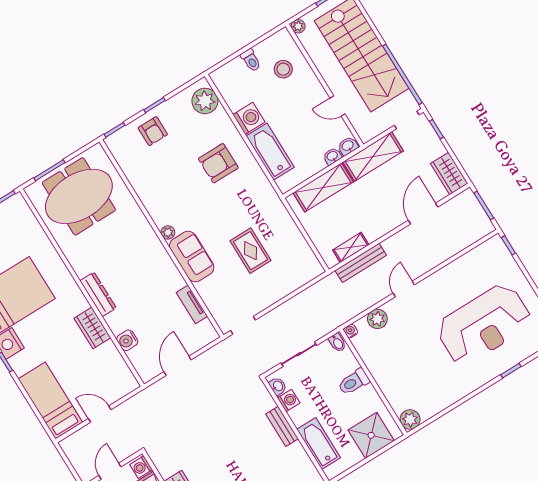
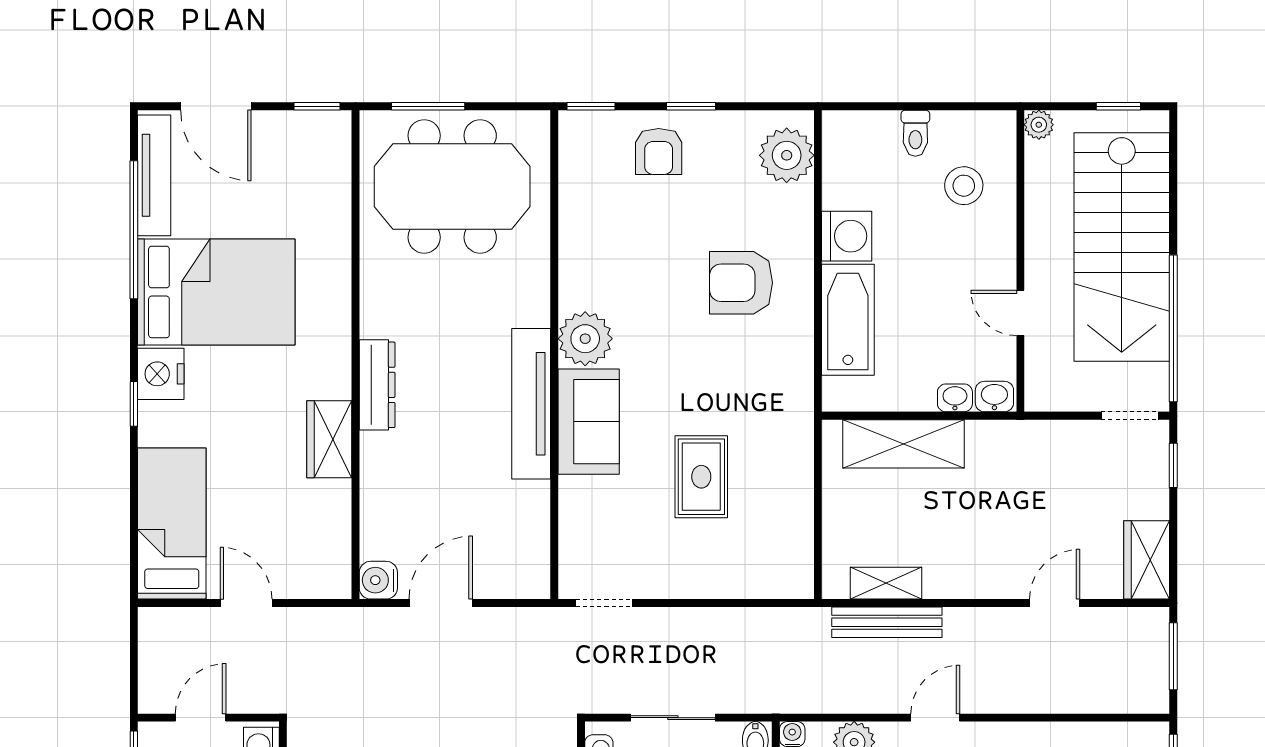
shelving: (373, 157) -> (1028, 444), removed
door: (423, 214) -> (1055, 603), width x0.73
plant: (168, 232) -> (585, 339), width x1.87, depth x1.87
tv unit: (192, 304) -> (531, 404), moved, width x1.92, depth x1.29
water cooler: (127, 340) -> (378, 580), moved

